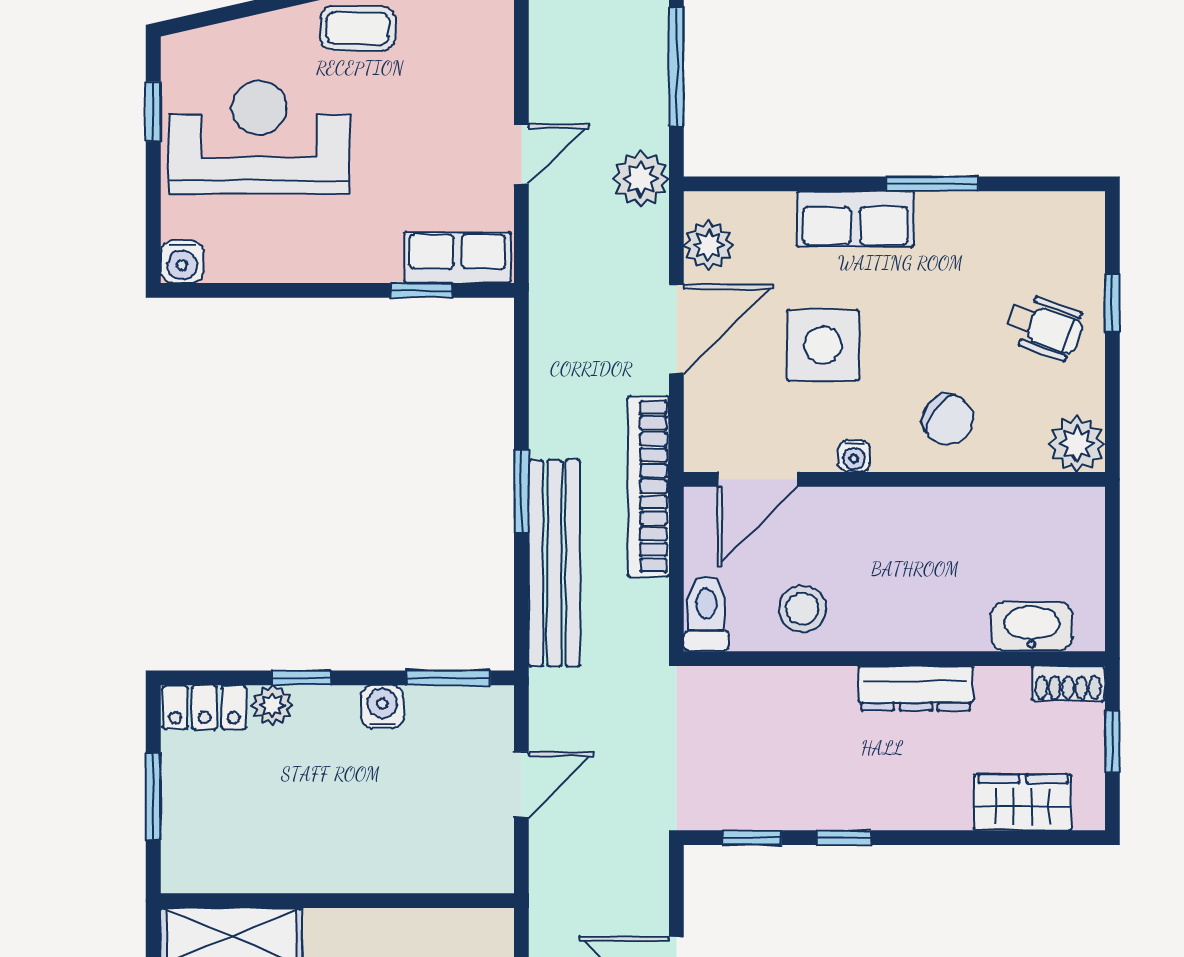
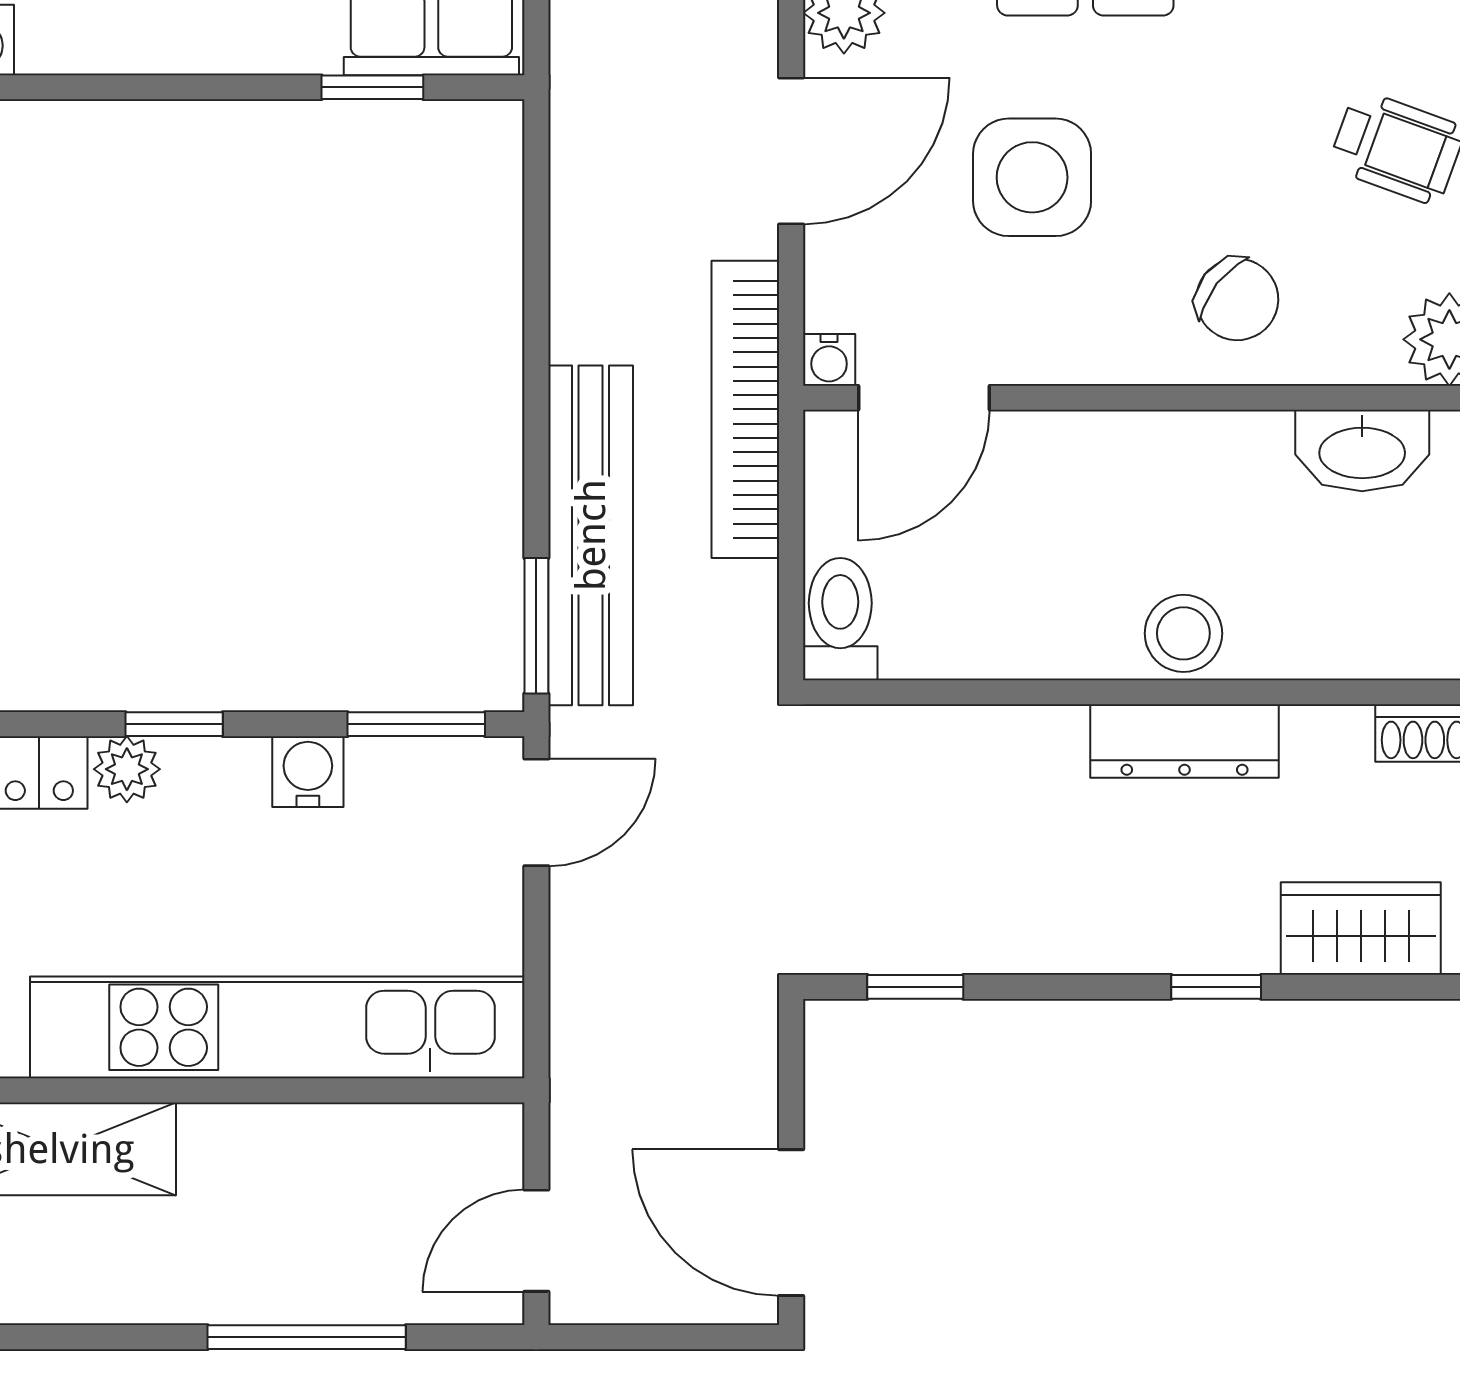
water cooler: (854, 456) -> (829, 360), moved
window: (521, 491) -> (536, 626), moved
stool: (802, 609) -> (1183, 633), moved
washbasin: (1032, 626) -> (1362, 451), moved, turned 180
door: (521, 784) -> (536, 812), moved
window: (844, 838) -> (1216, 987), moved
kitchen unit: (364, 862) -> (277, 1027), added

